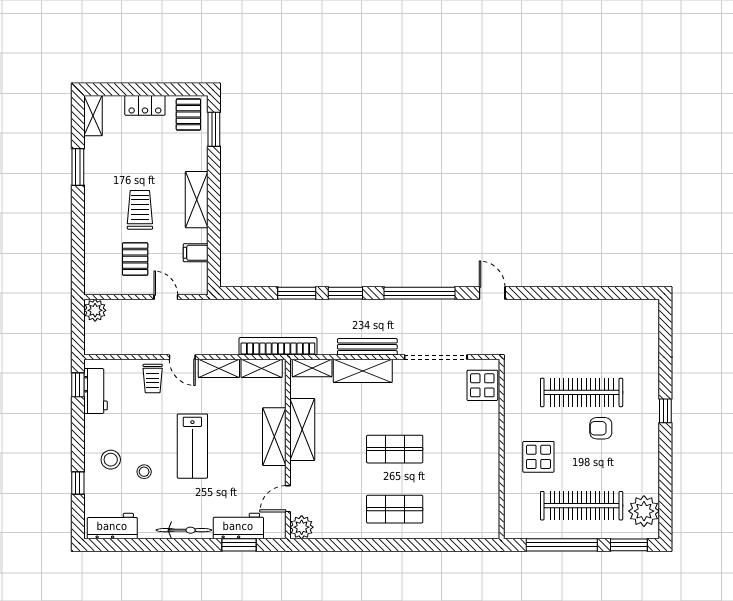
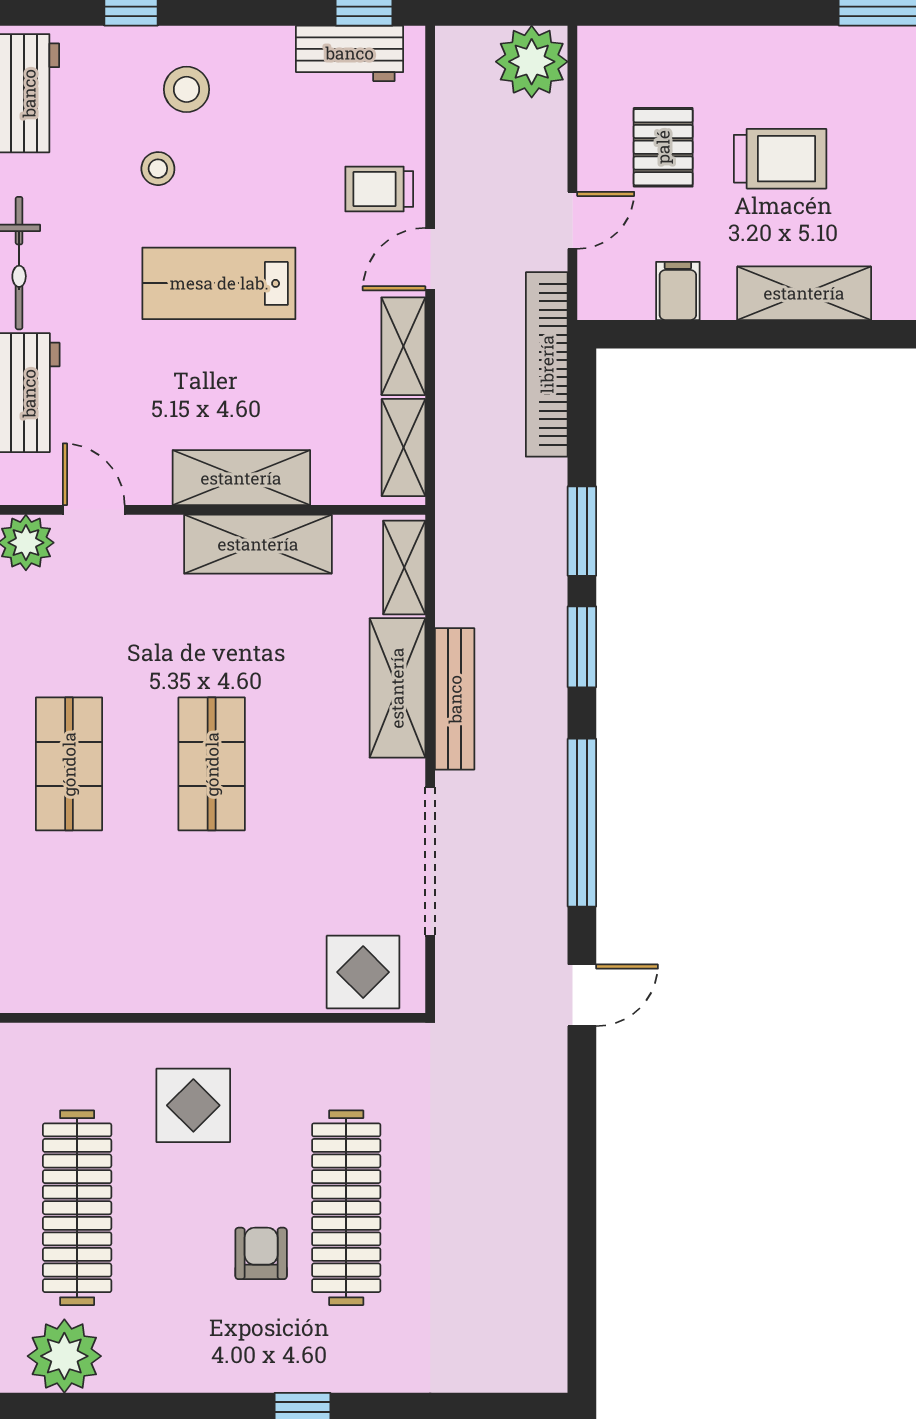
pallet: (135, 259) -> (663, 147), turned 90
plant: (95, 310) -> (532, 62), width x1.36, depth x1.36
bookcase: (278, 346) -> (547, 364), moved, turned 180

